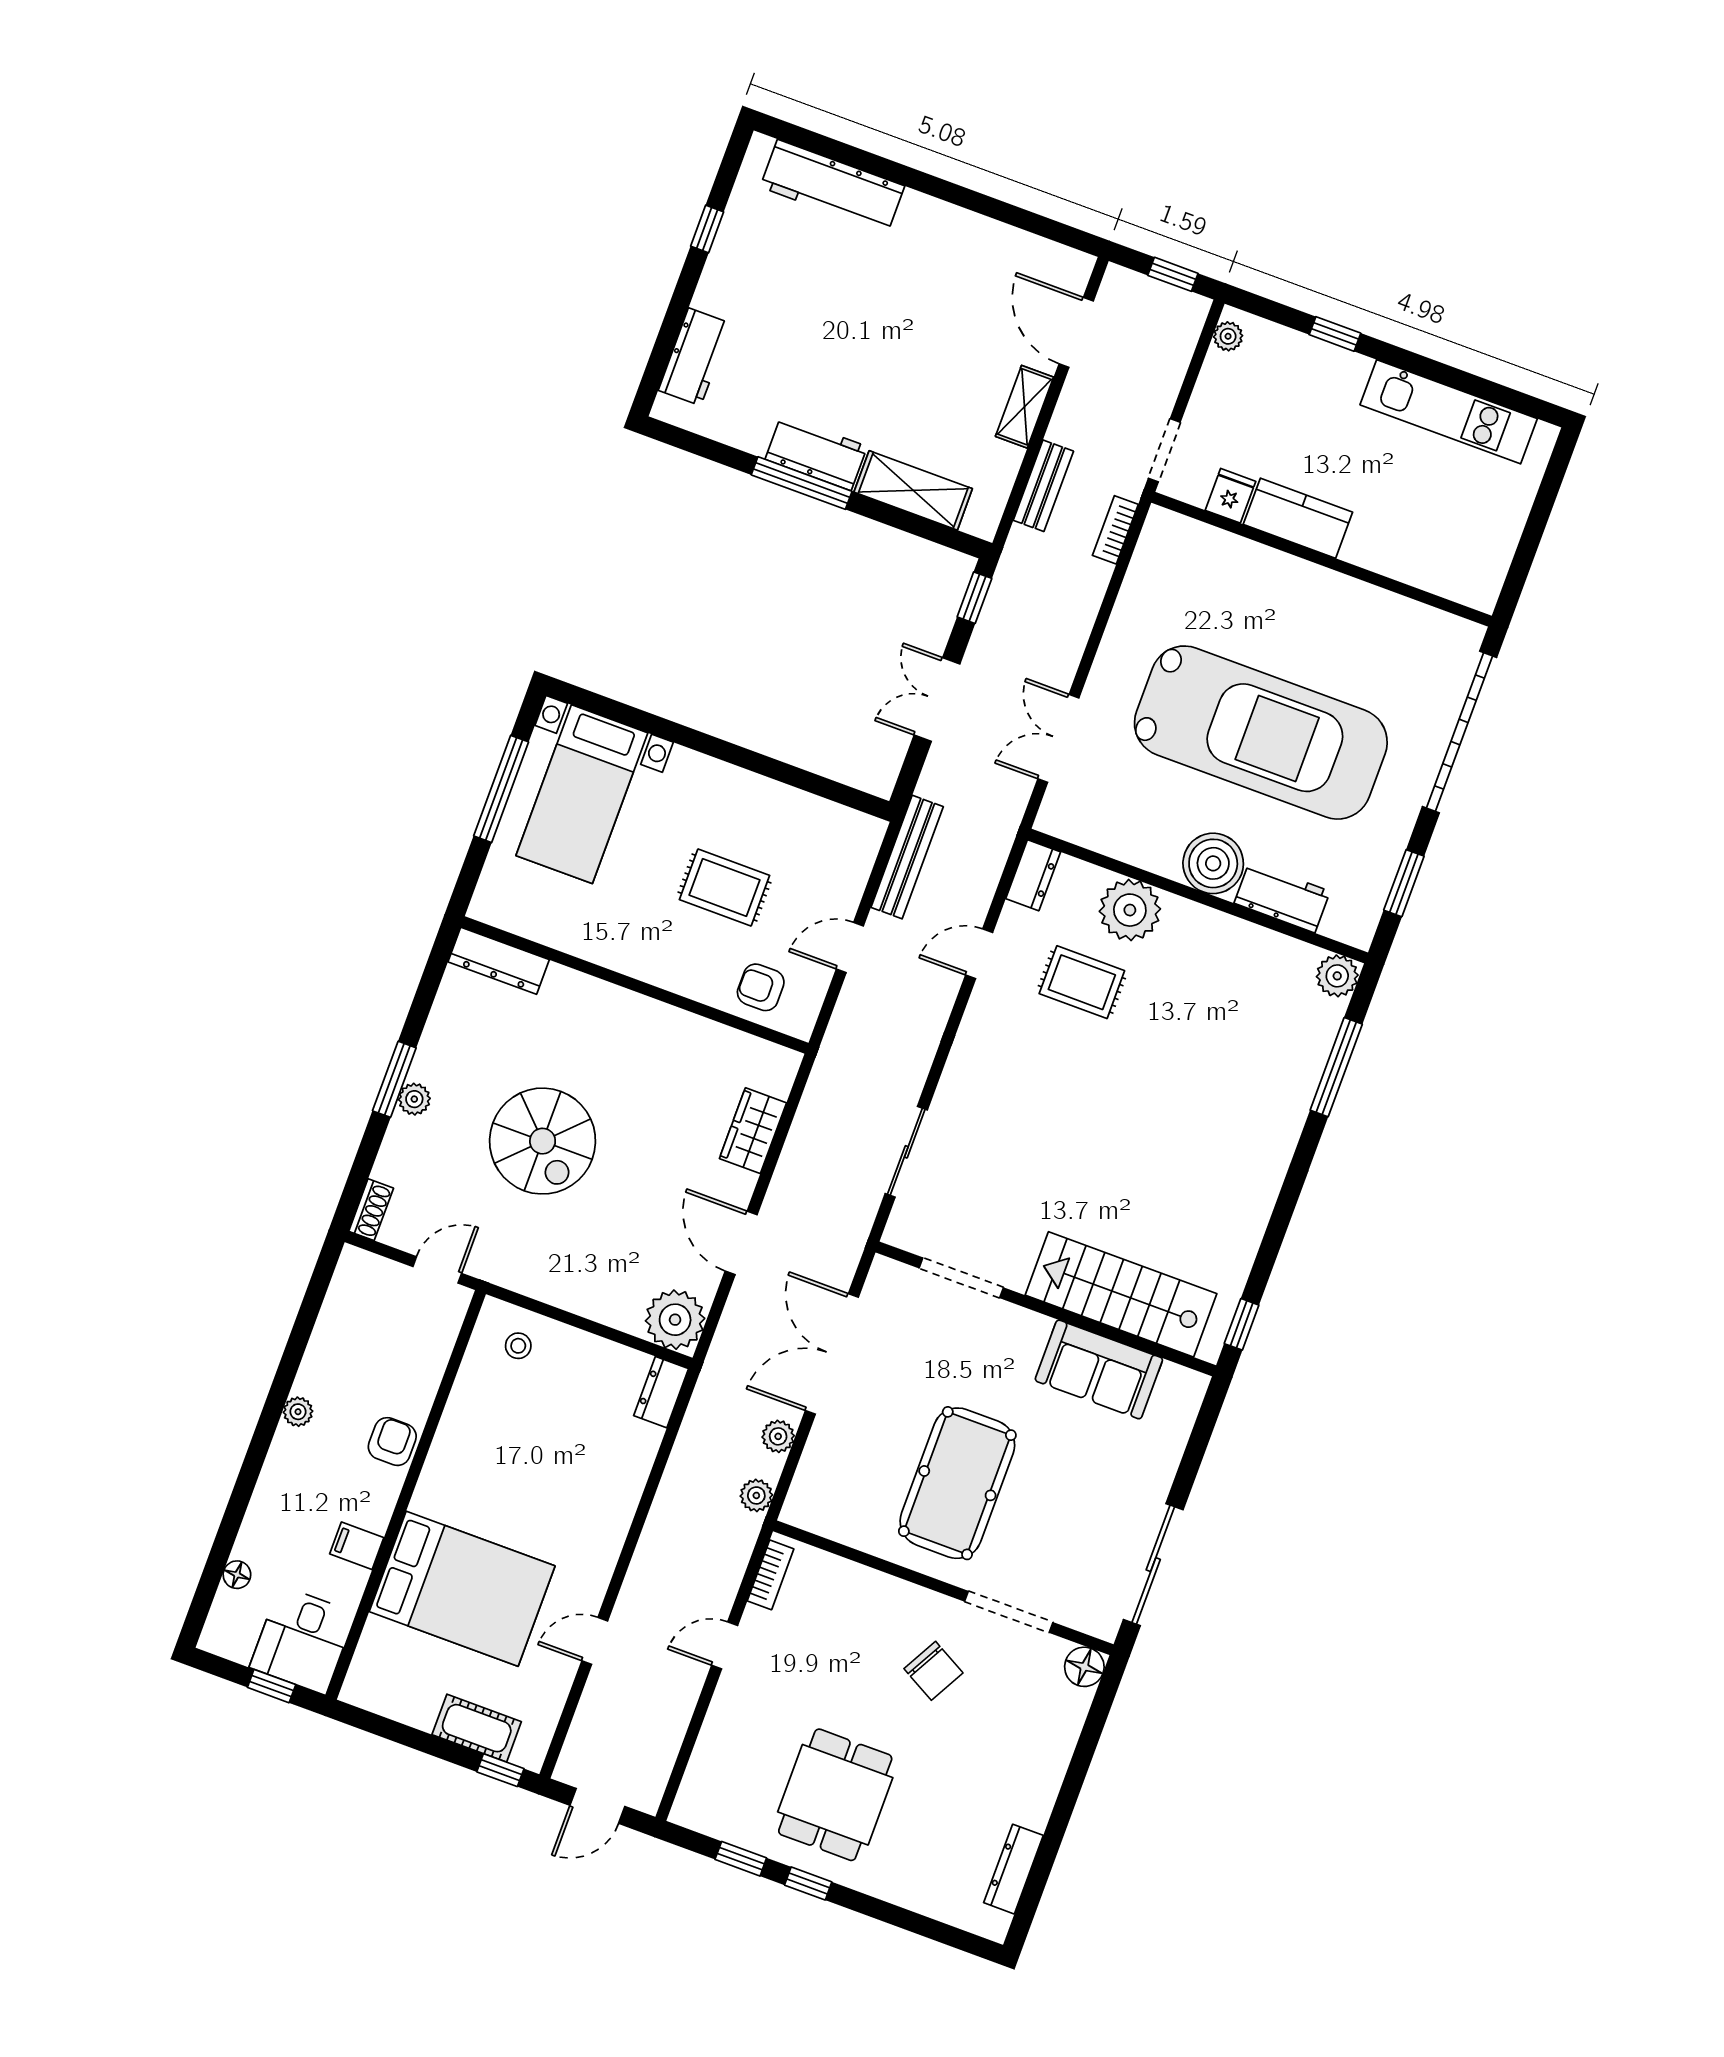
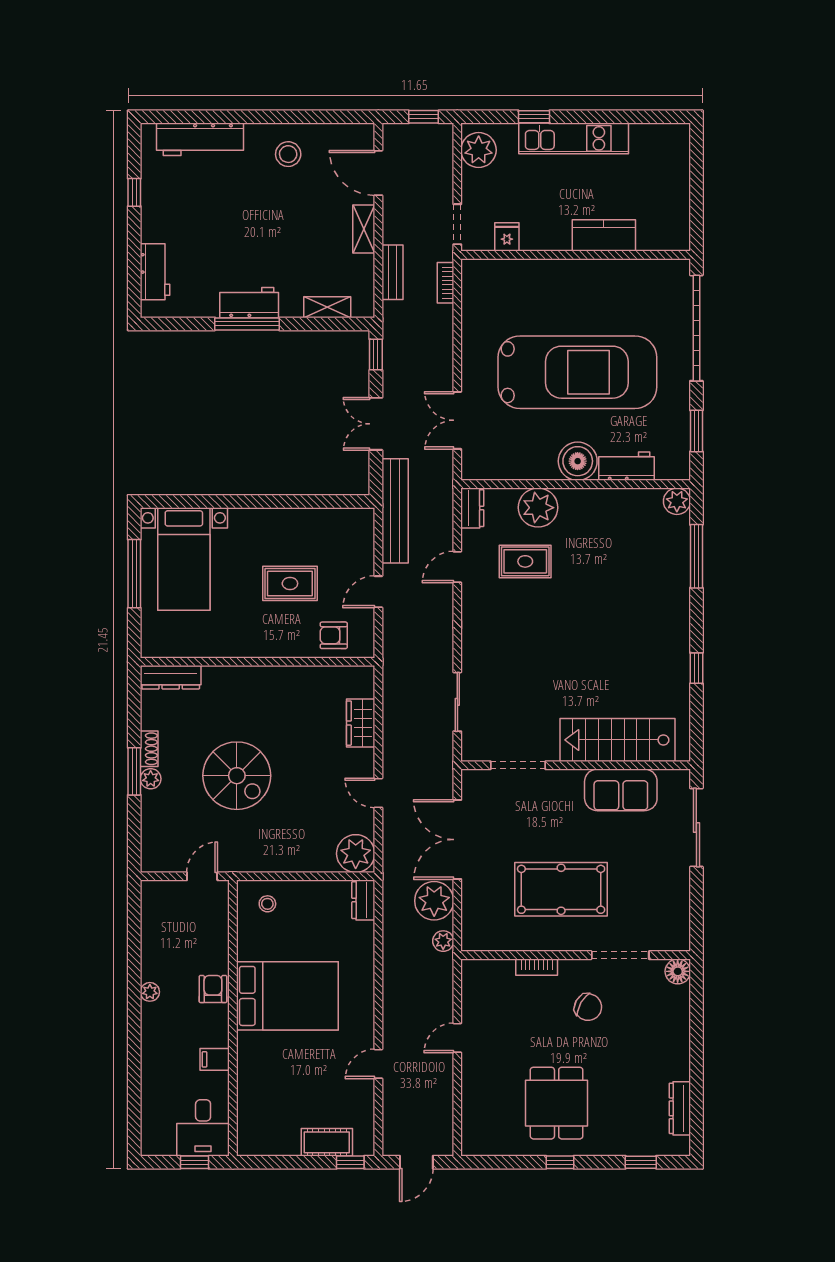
stool: (954, 256) -> (288, 154), added
plant: (1228, 336) -> (479, 150), width x1.88, depth x1.88
kitchen unit: (1449, 412) -> (574, 138), moved
shelving: (913, 490) -> (327, 307), width x0.67, depth x0.75
kitchen counter: (1298, 518) -> (604, 235), moved
bench: (907, 857) -> (395, 511), width x1.37, depth x1.21
shoe rack: (371, 1210) -> (149, 749), moved
door: (741, 1243) -> (378, 793), width x0.73
window: (1242, 1324) -> (696, 668), moved
plant: (778, 1436) -> (434, 901), width x1.87, depth x1.87
pool table: (957, 1483) -> (561, 889), turned 90
sliding door: (1153, 1565) -> (696, 827), moved
floor lamp: (237, 1575) -> (149, 1103), removed
bookcase: (771, 1575) -> (537, 967), moved, turned 90
bed: (462, 1589) -> (287, 996), moved
window: (741, 1859) -> (641, 1162), moved

